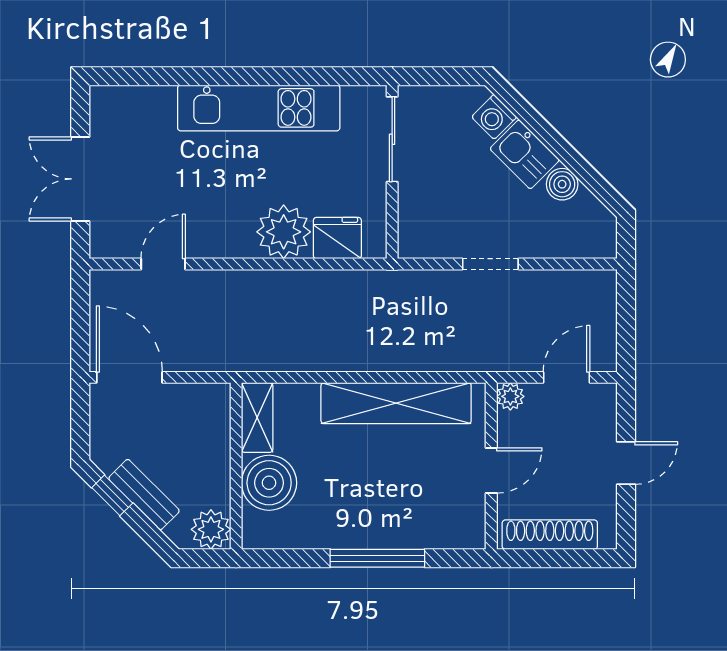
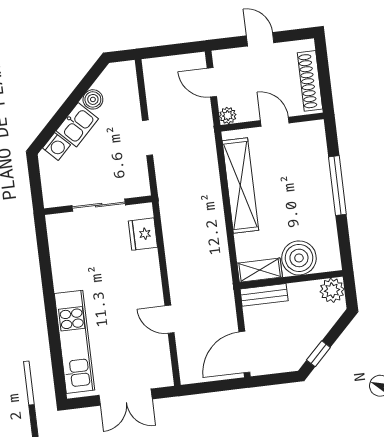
kitchen unit: (259, 108) -> (74, 342), moved
sliding door: (392, 139) -> (99, 205), moved
plant: (284, 232) -> (143, 268), removed
door: (163, 264) -> (169, 319), moved
bench: (144, 495) -> (264, 295), moved, turned 45

